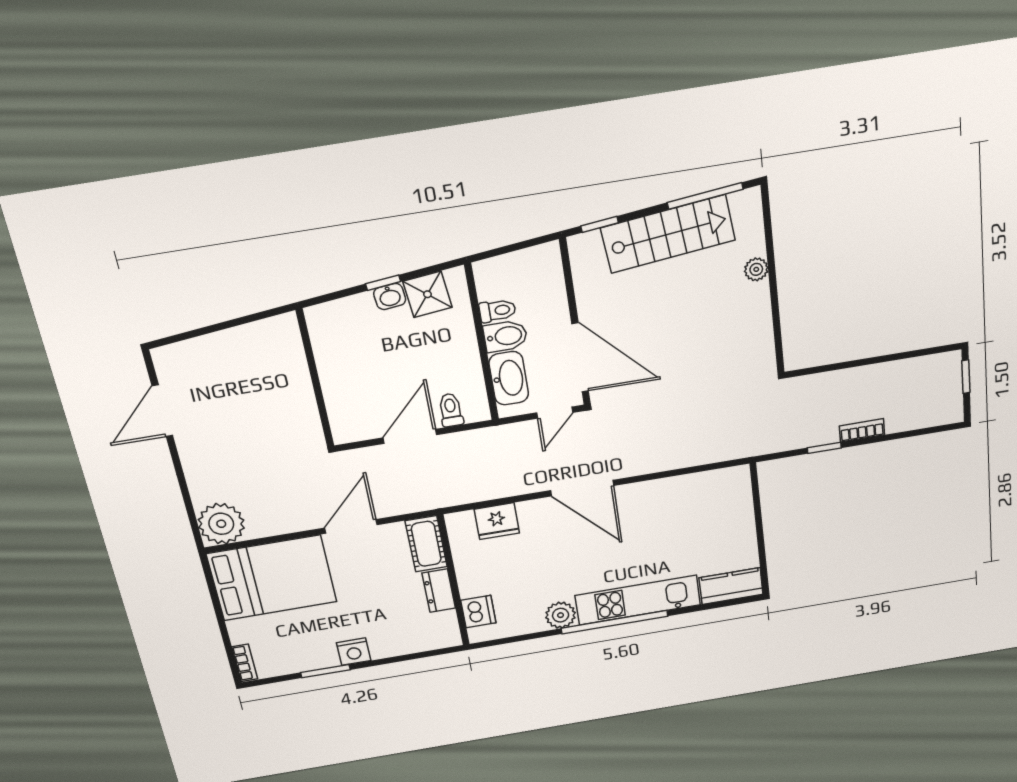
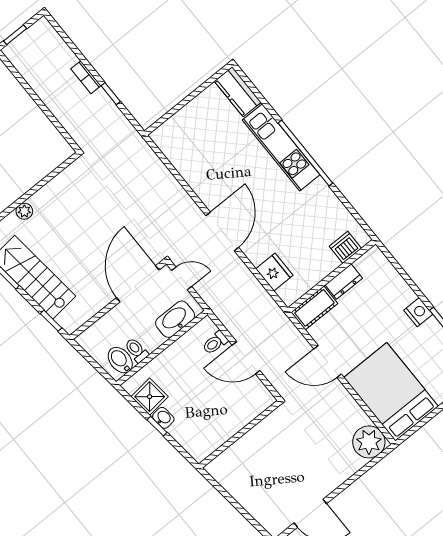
bidet: (505, 336) -> (120, 360), moved
plant: (561, 615) -> (319, 192), removed

